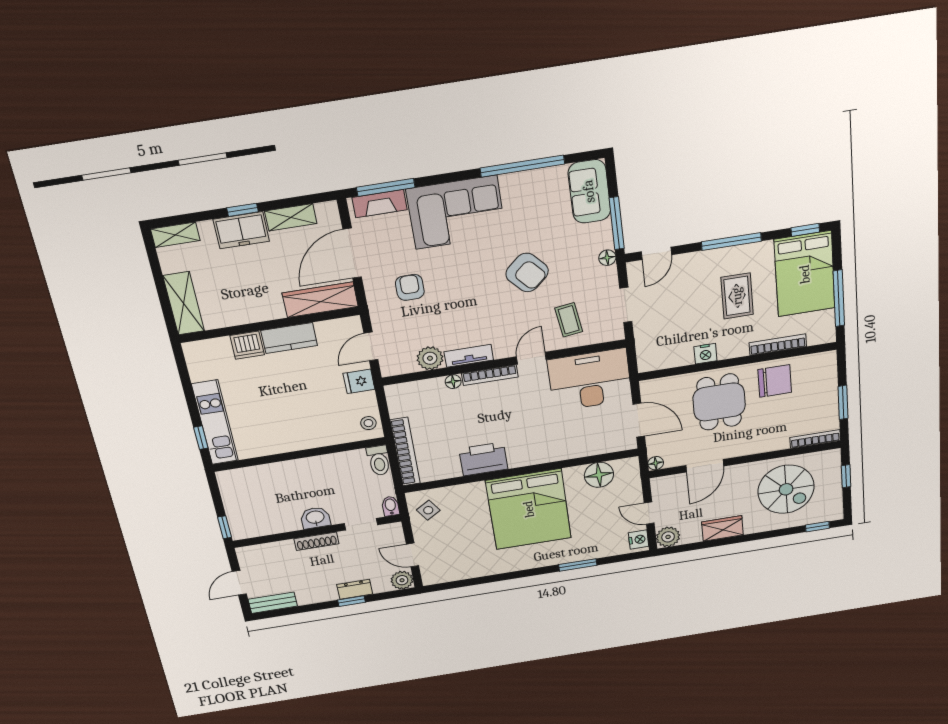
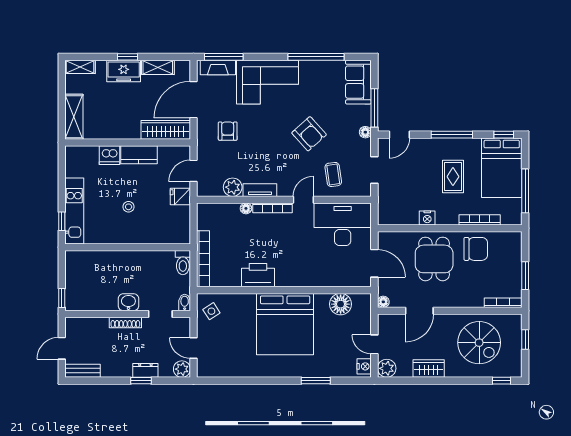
stool: (368, 423) -> (129, 207), moved

